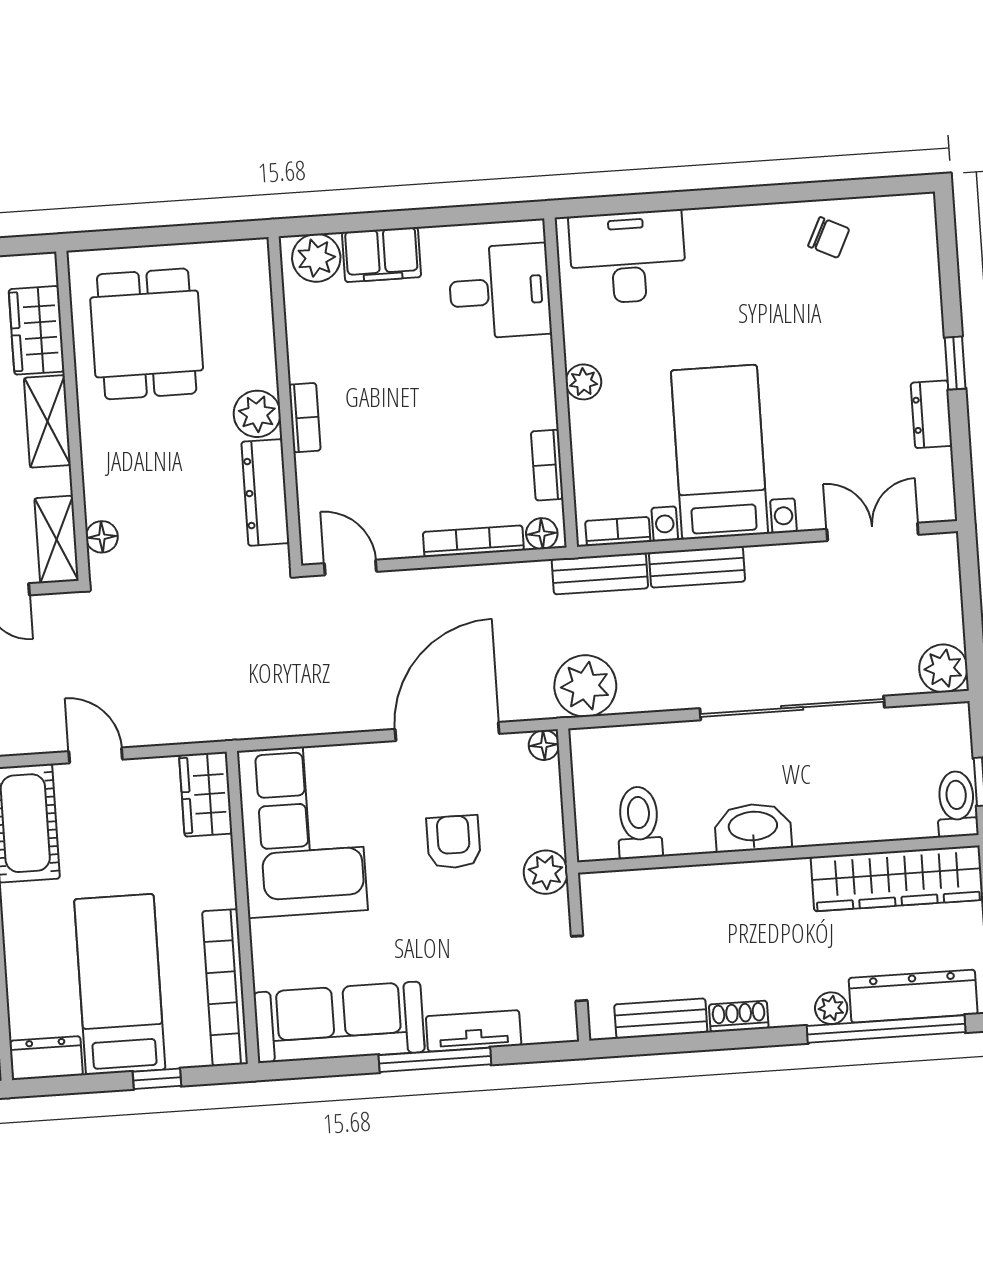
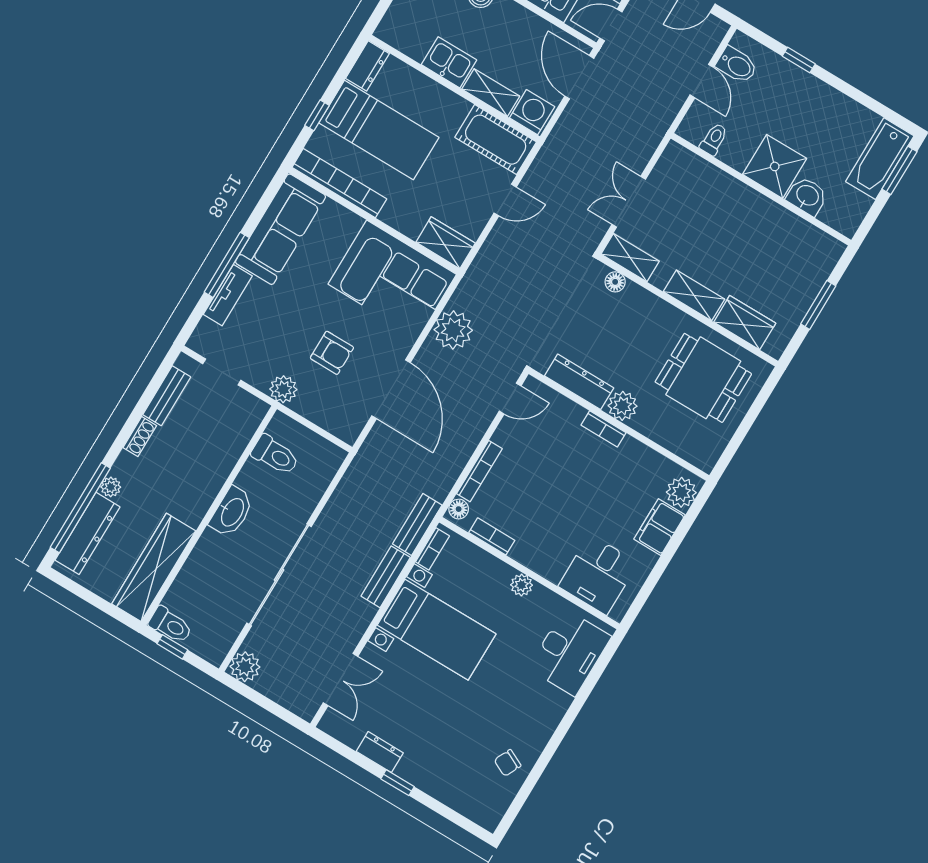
plant: (585, 686) -> (453, 330), moved
floor lamp: (544, 745) -> (349, 434), removed

